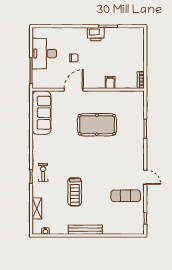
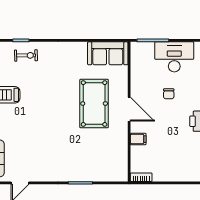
door: (74, 90) -> (129, 109), moved
sofa: (41, 113) -> (108, 53), width x0.73
pool table: (97, 125) -> (94, 104), moved

